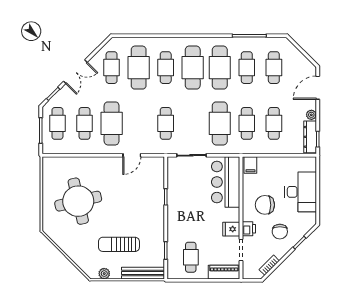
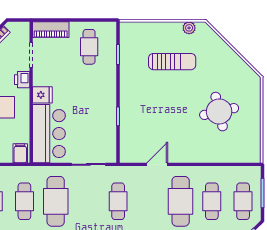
round table: (78, 201) -> (219, 112), width x0.73, depth x0.73
fridge: (231, 229) -> (42, 95), moved
bench: (143, 273) -> (144, 29), removed

